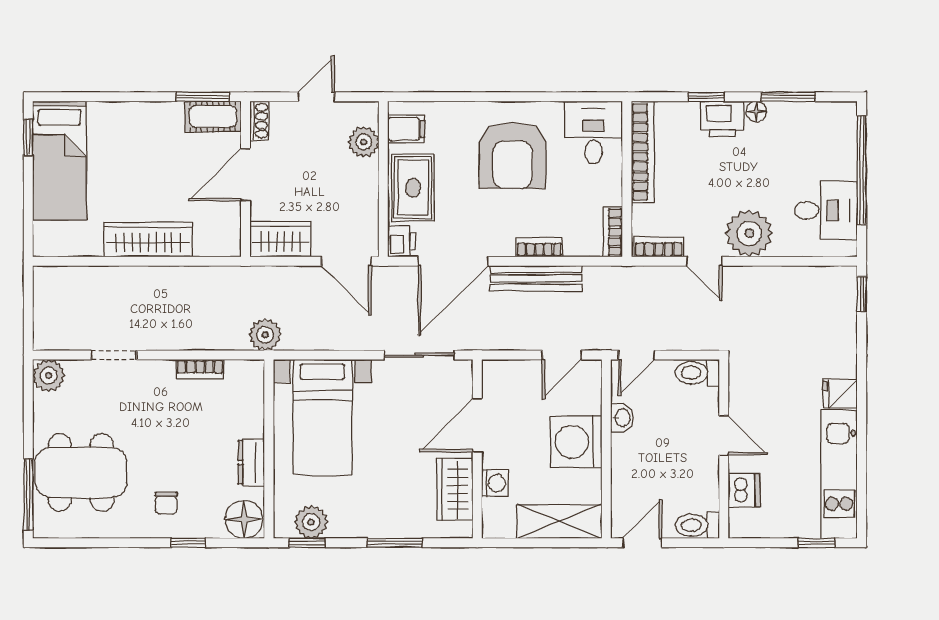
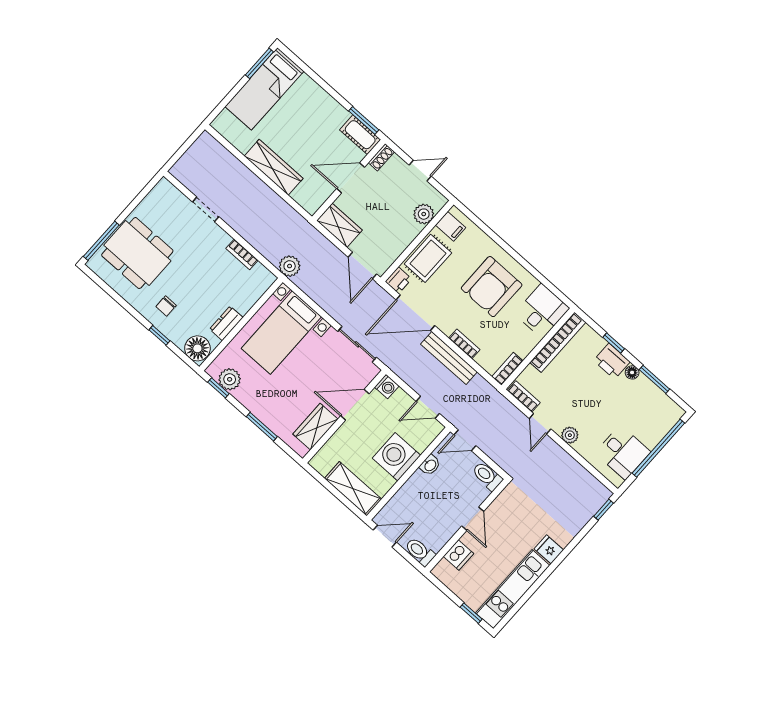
window: (28, 137) -> (259, 63), width x1.50
plant: (749, 233) -> (570, 435), width x0.53, depth x0.53
plant: (49, 375) -> (164, 191), removed
washing machine: (495, 483) -> (387, 387), moved

